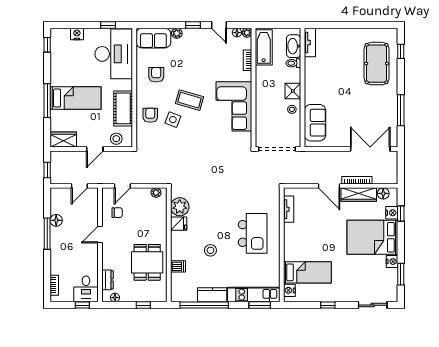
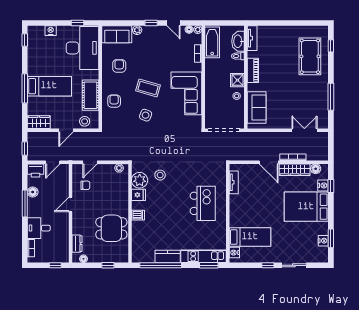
piano: (311, 80) -> (253, 70), added
side table: (173, 120) -> (146, 115), moved
double door: (370, 149) -> (304, 130), width x0.73
printer: (59, 195) -> (35, 170), added
stool: (210, 250) -> (160, 175), moved
dining table: (147, 262) -> (111, 228), turned 90
nightstand: (392, 262) -> (323, 241), moved
dishwasher: (178, 266) -> (138, 215), moved
desk: (86, 289) -> (39, 228), moved, turned 90
sliding door: (373, 305) -> (294, 265), moved

